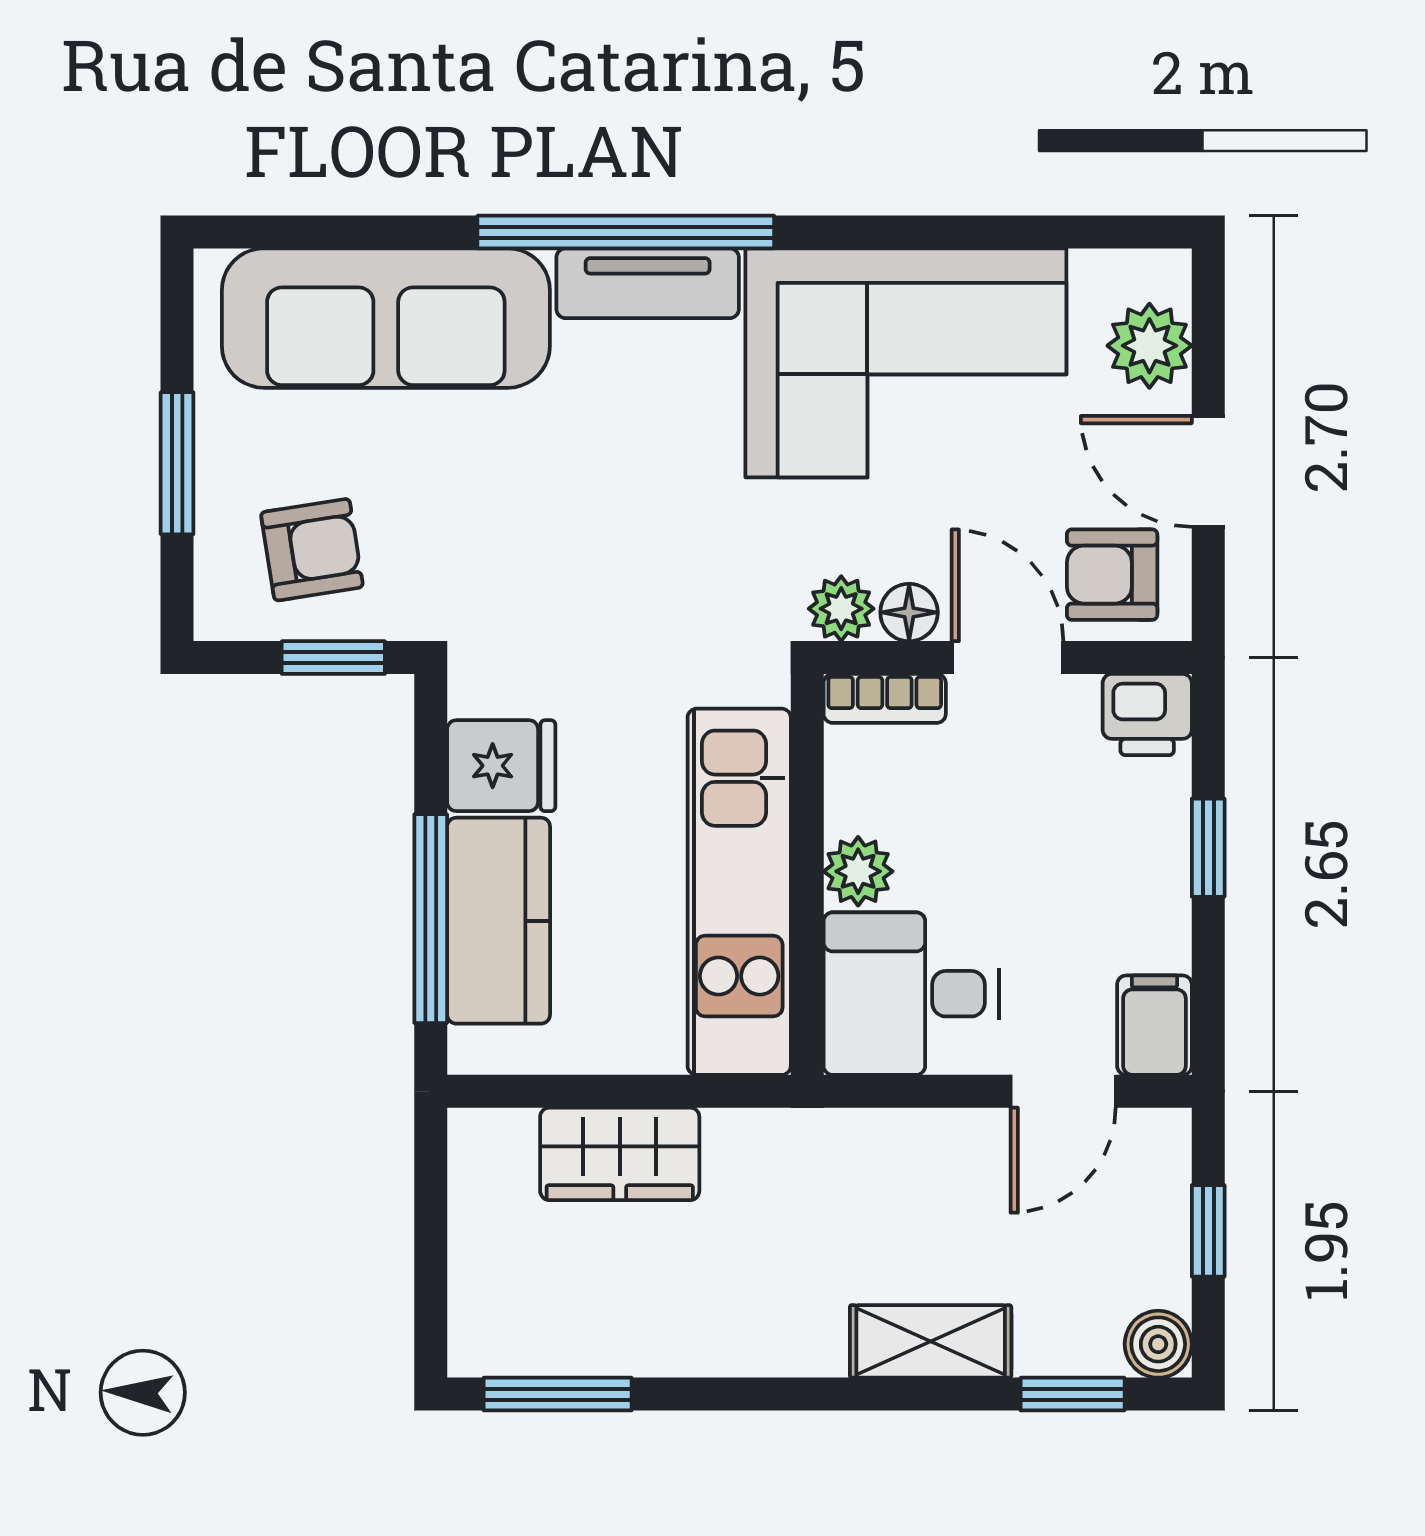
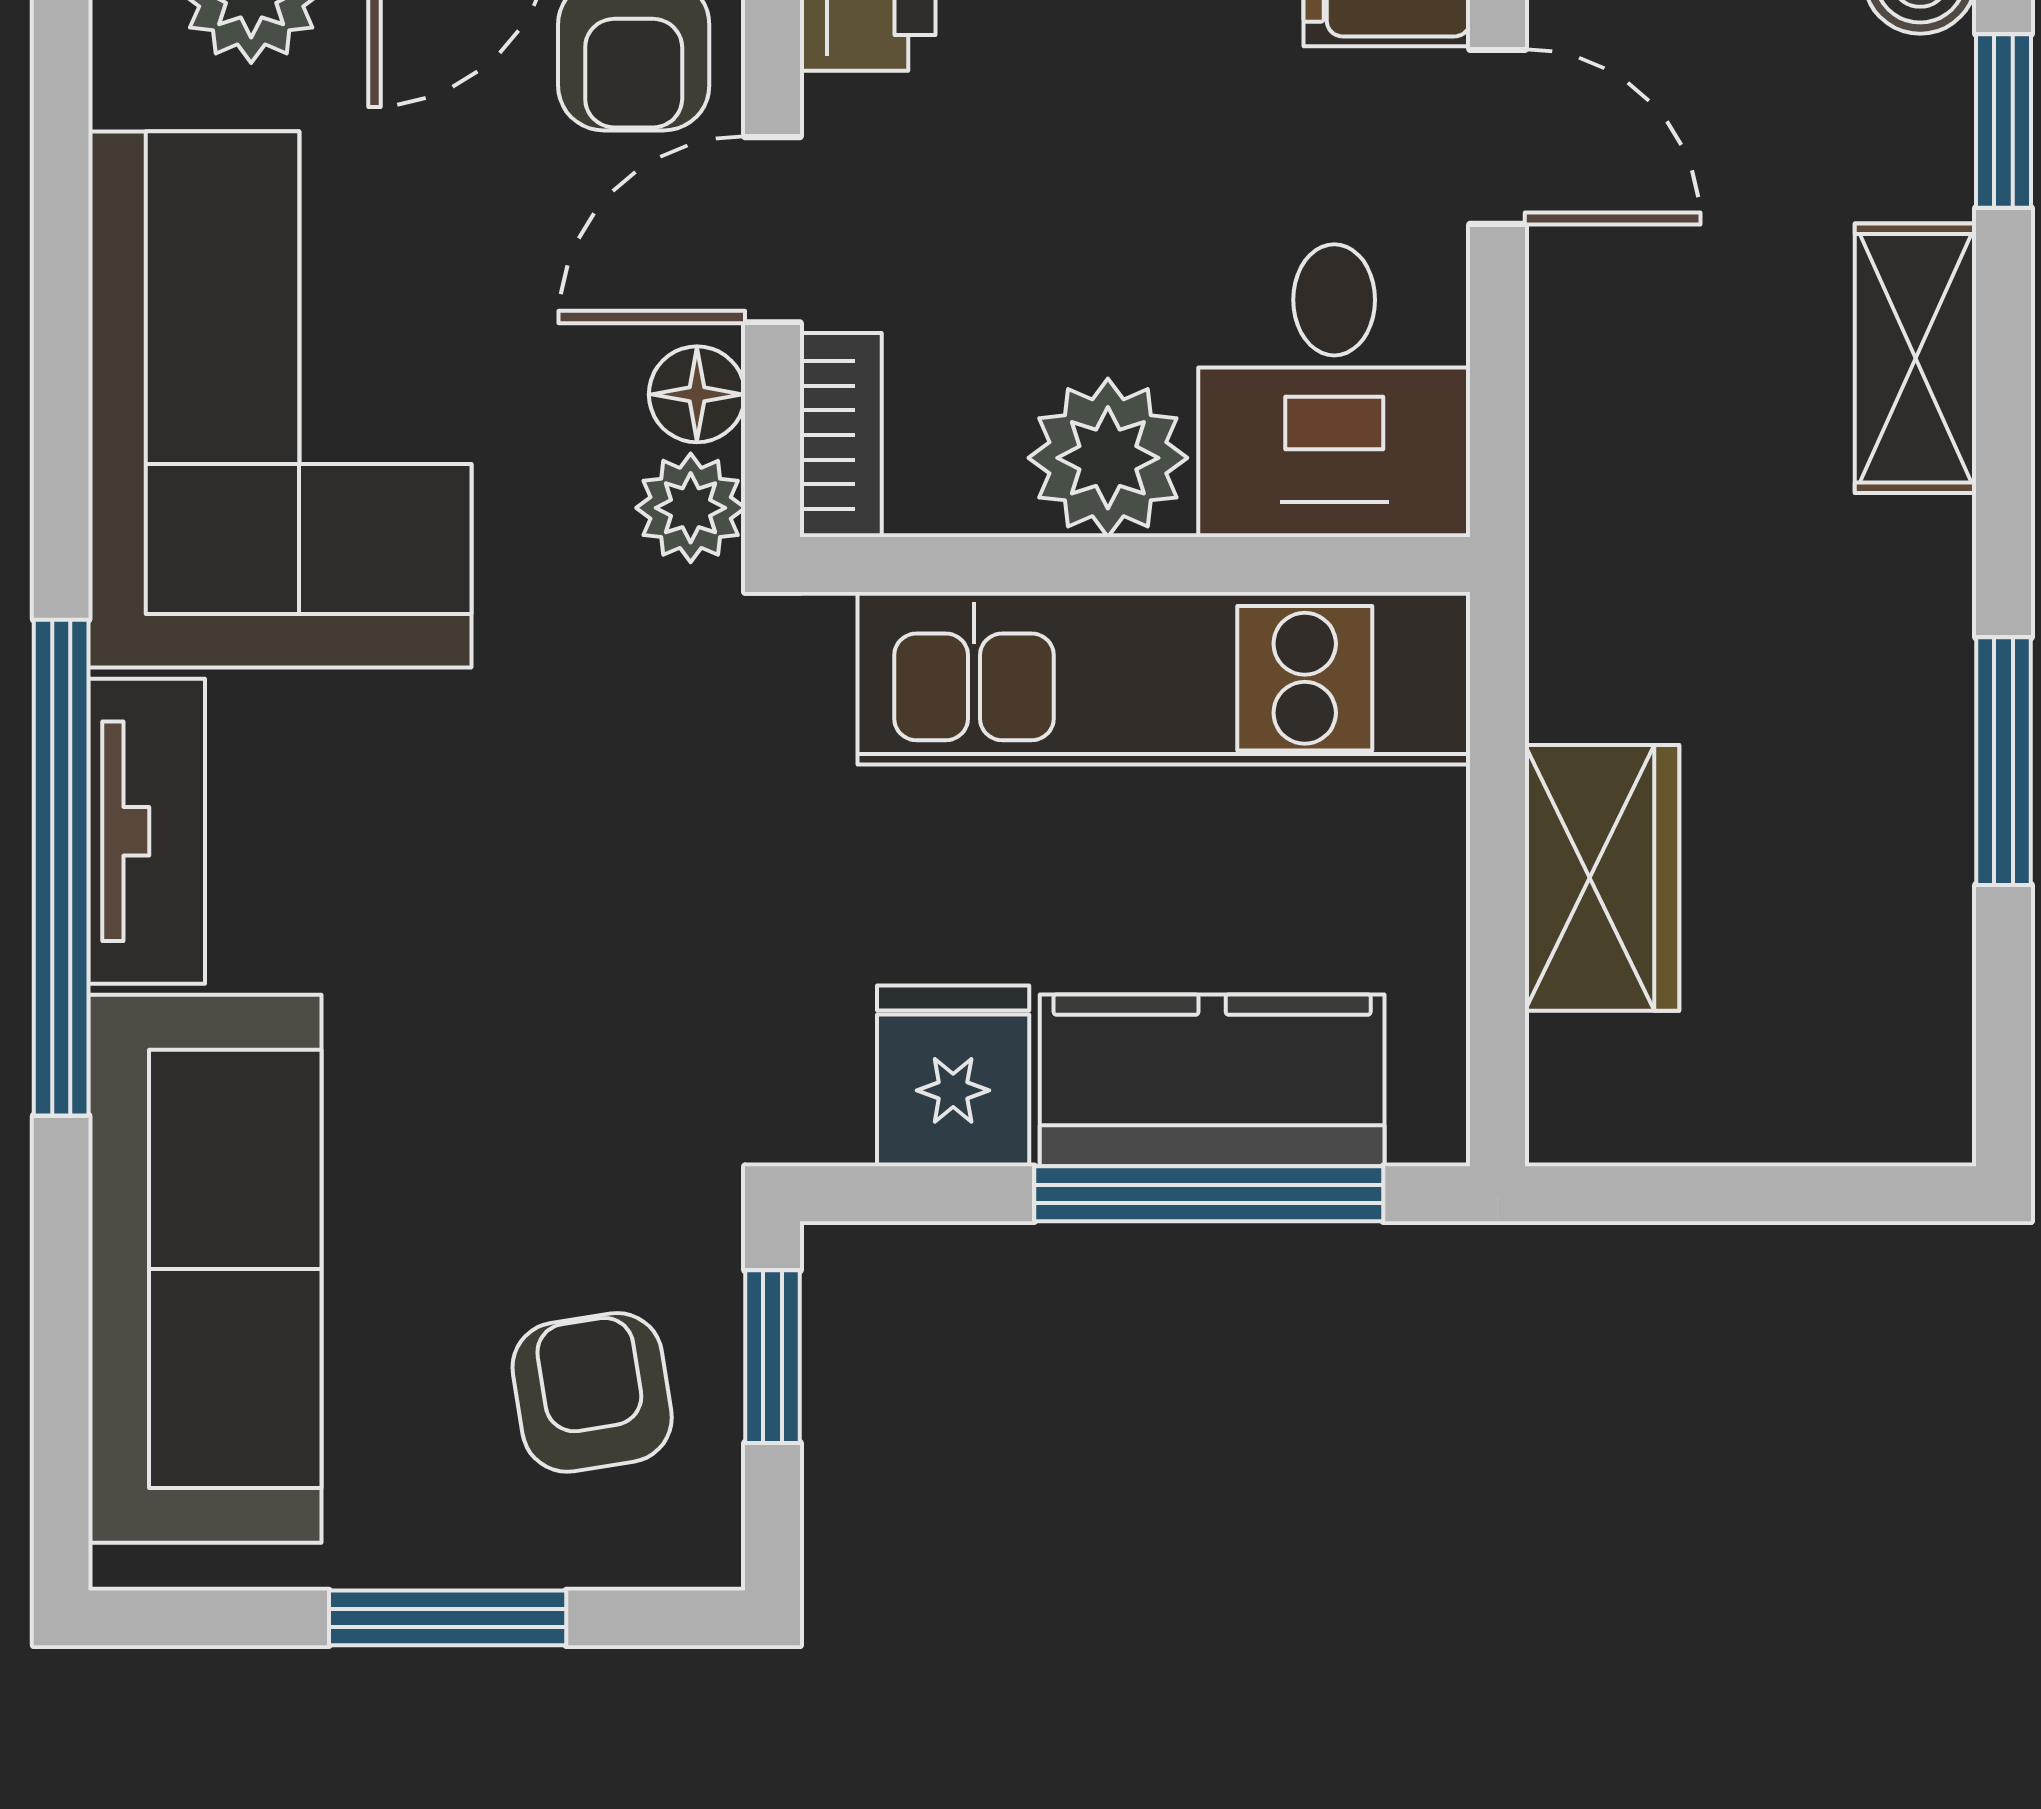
plant: (858, 871) -> (1108, 458), width x1.38, depth x1.38
window: (558, 1394) -> (2004, 761), moved

